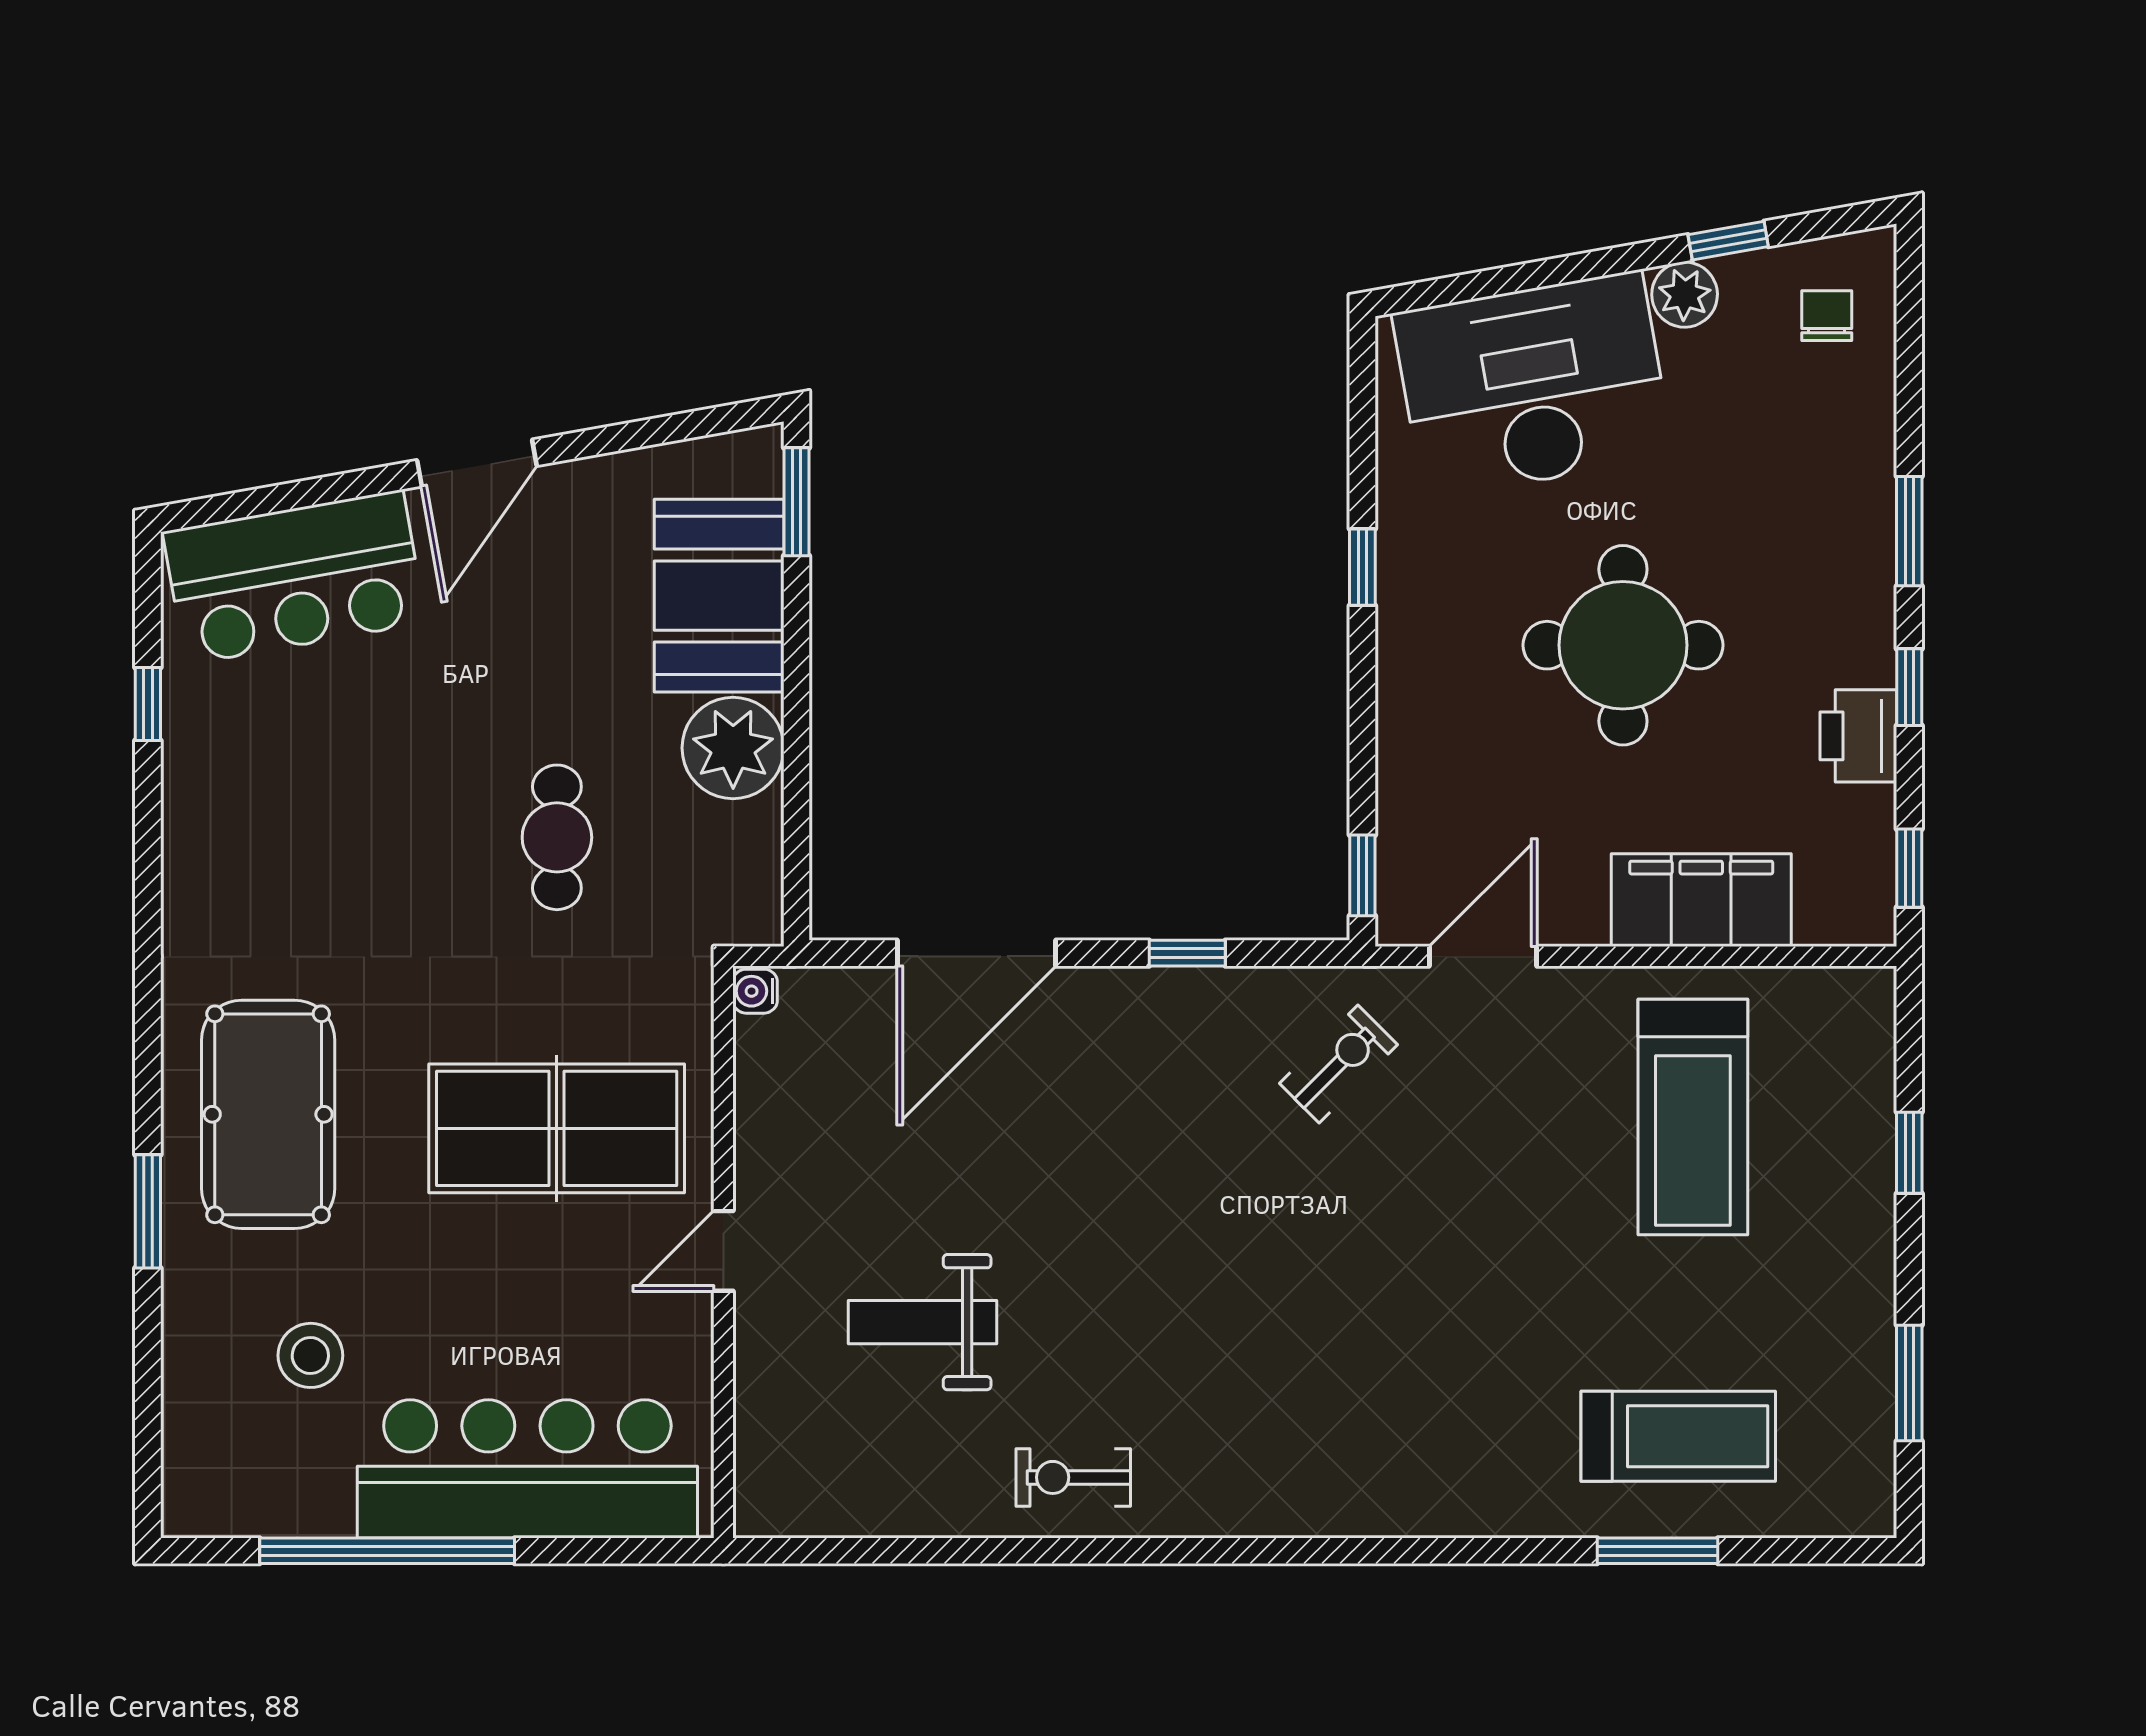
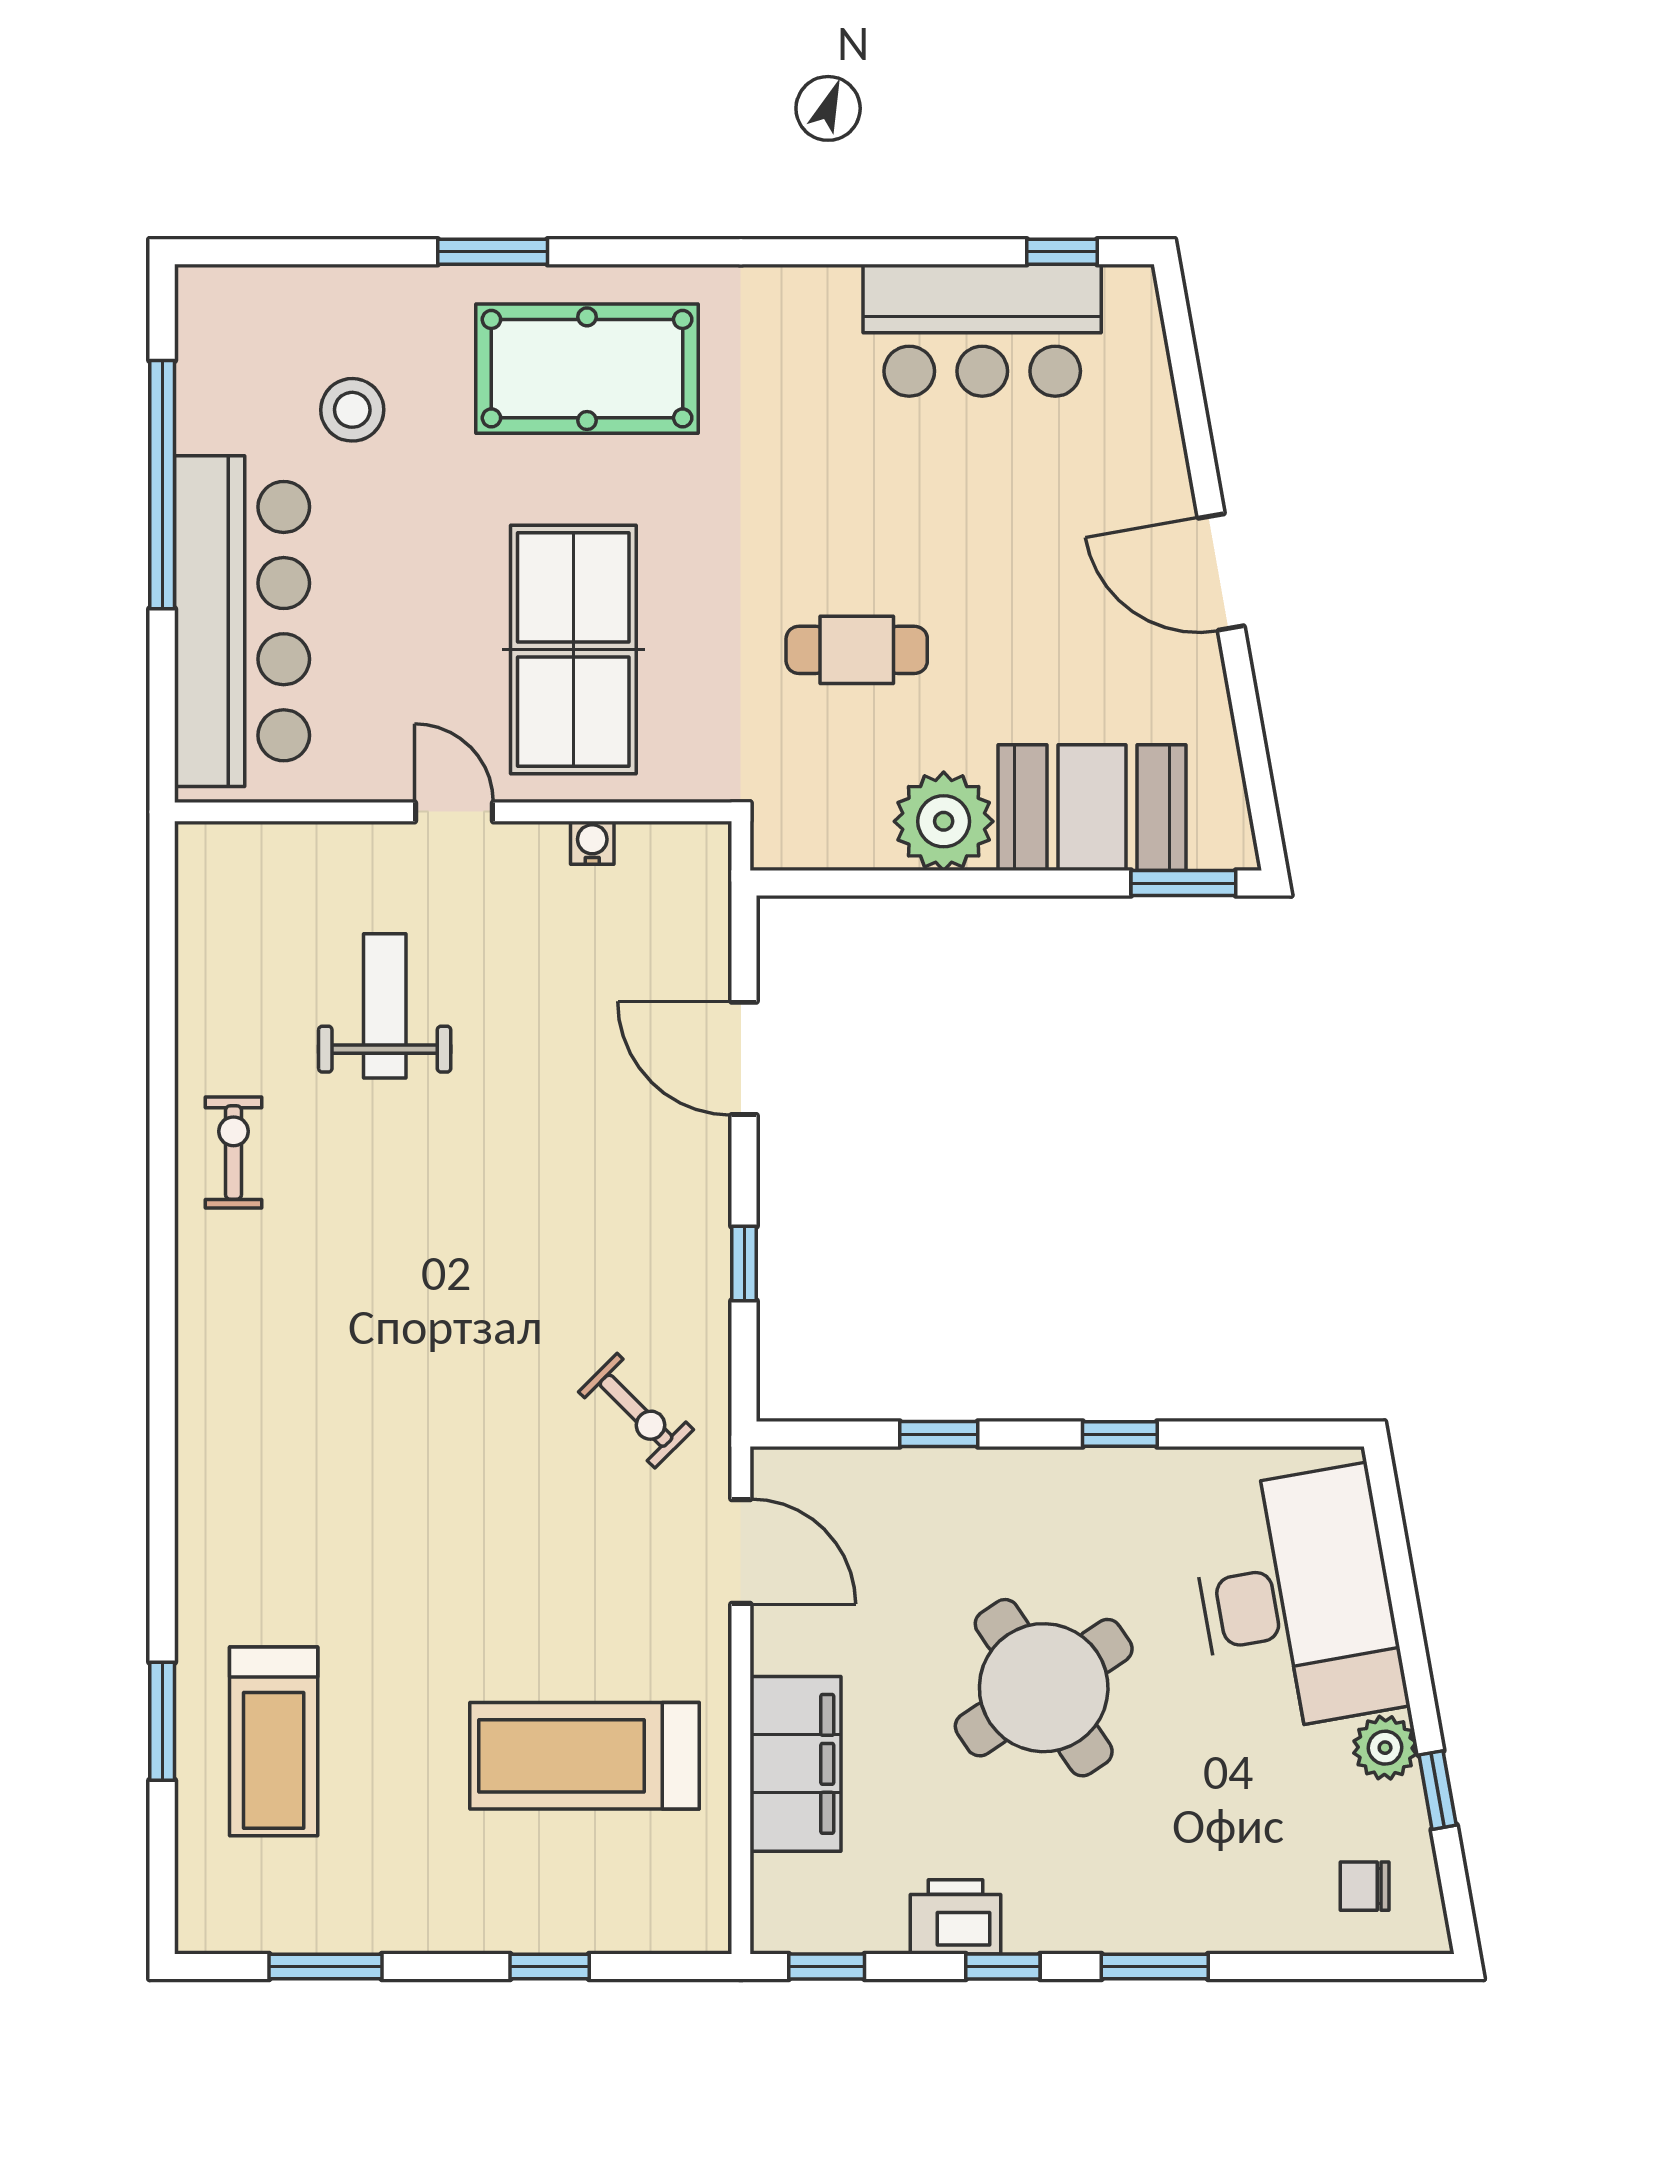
chair: (1827, 316) -> (1365, 1886), turned 180
bar counter: (294, 577) -> (982, 330), moved, turned -80
round table: (1623, 645) -> (1044, 1688), turned -34
window: (148, 704) -> (1062, 252), moved
window: (1362, 875) -> (939, 1434), moved
door: (977, 953) -> (744, 1058), width x0.73
water cooler: (755, 991) -> (592, 843), moved

